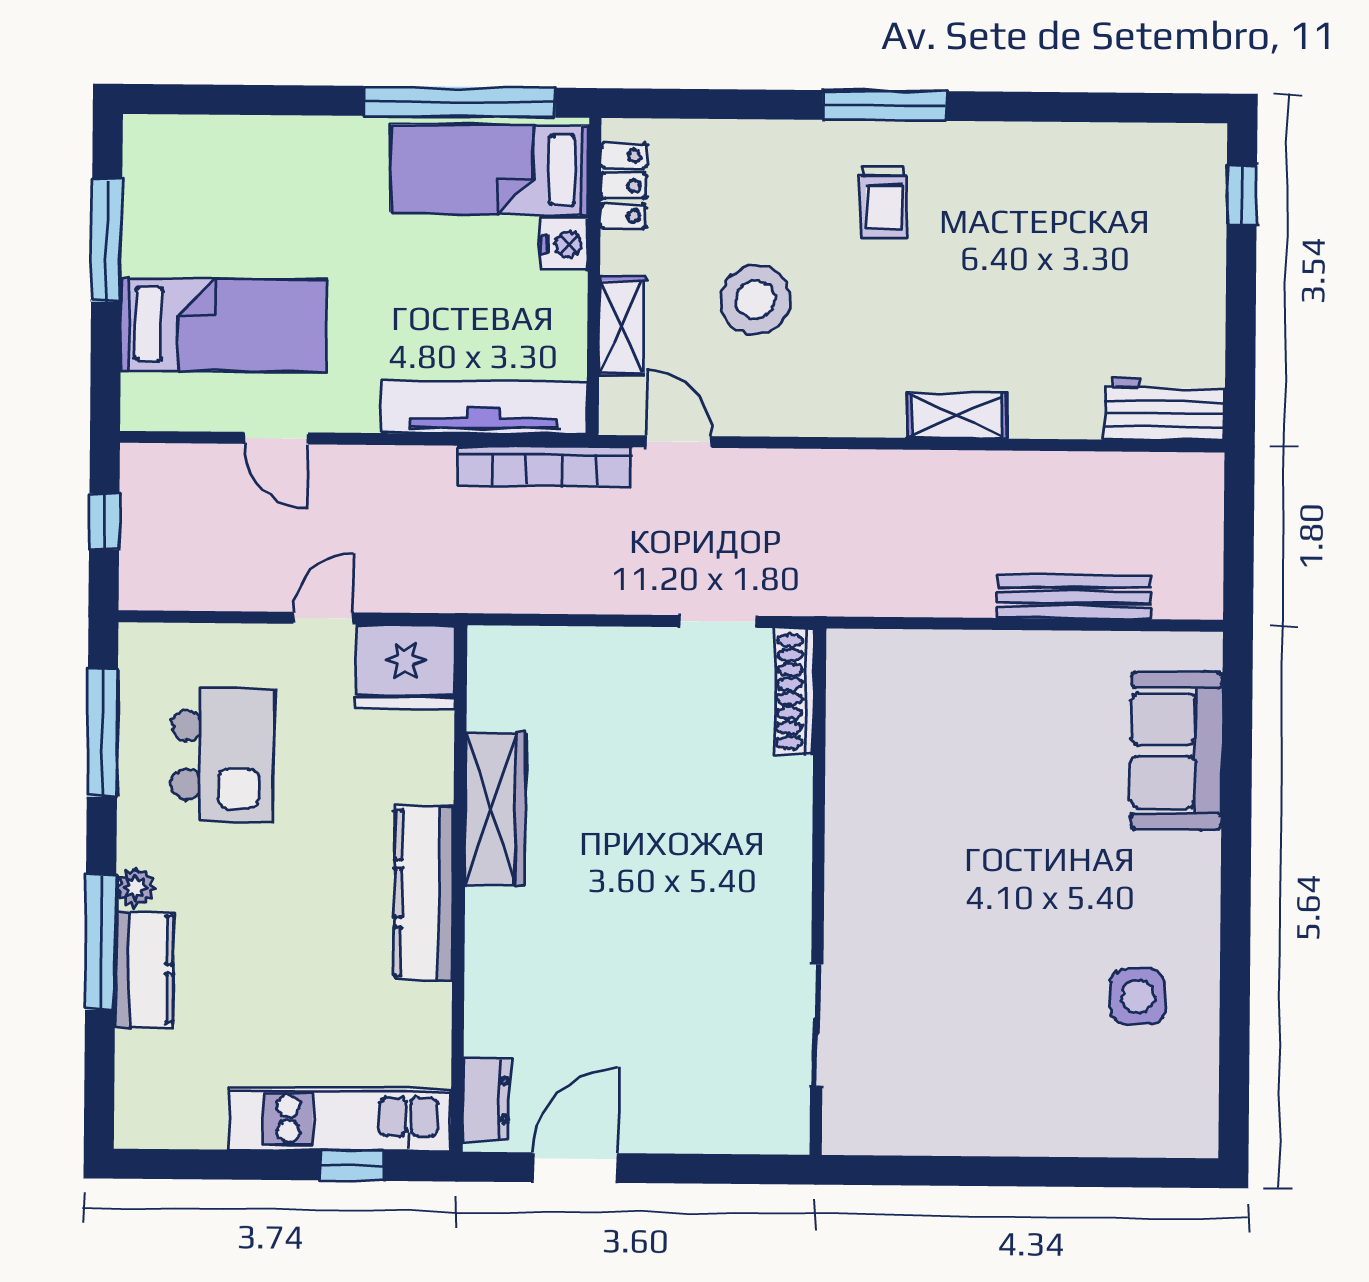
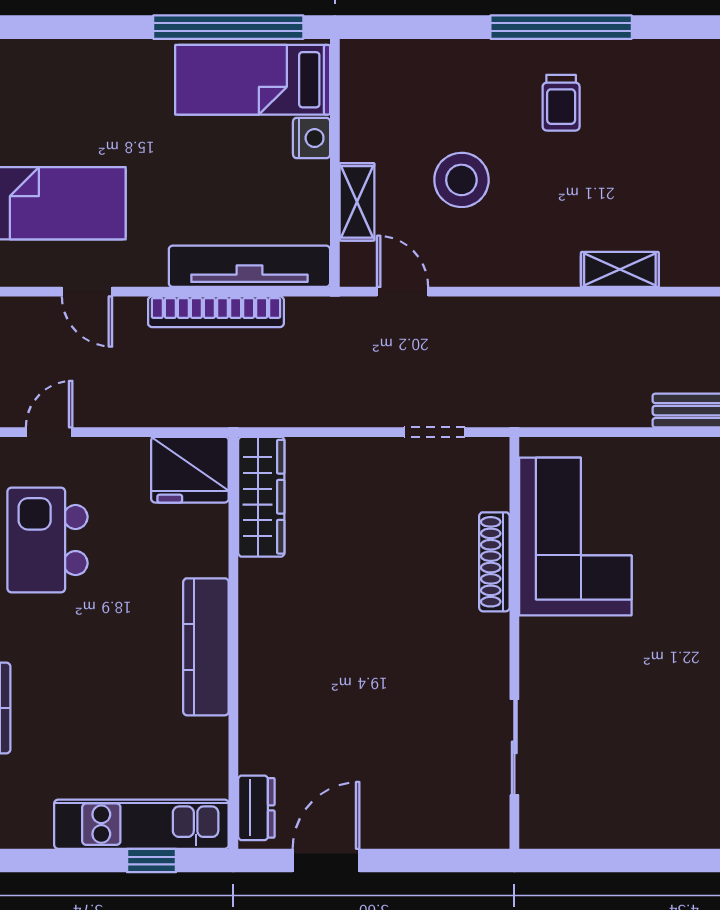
window: (885, 105) -> (561, 27), width x1.46
locker: (623, 186) -> (357, 92), removed
bookcase: (545, 466) -> (216, 312), moved
door: (323, 618) -> (49, 432), moved
shoe rack: (794, 691) -> (494, 562), moved
kitchen island: (223, 755) -> (47, 540), turned 180
corner sofa: (897, 757) -> (575, 537), added
wardrobe: (495, 809) -> (261, 497), moved

